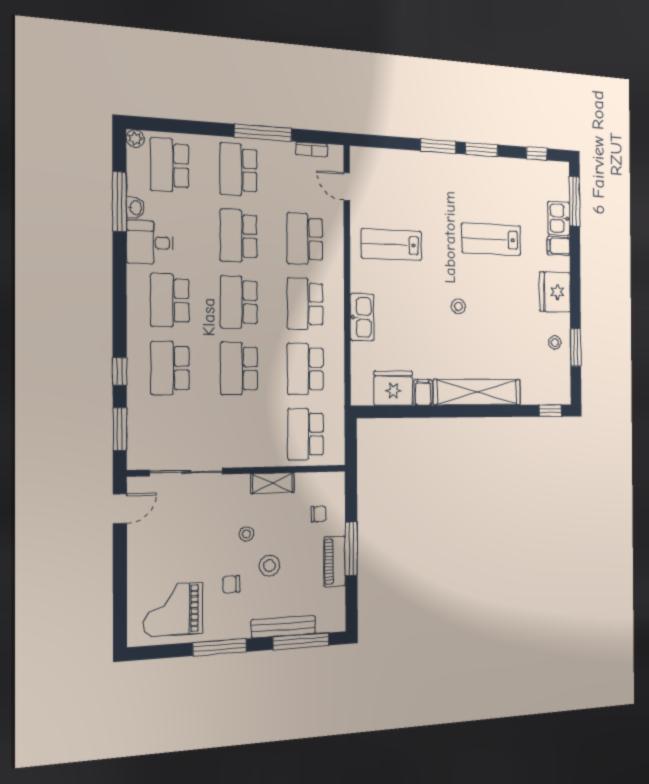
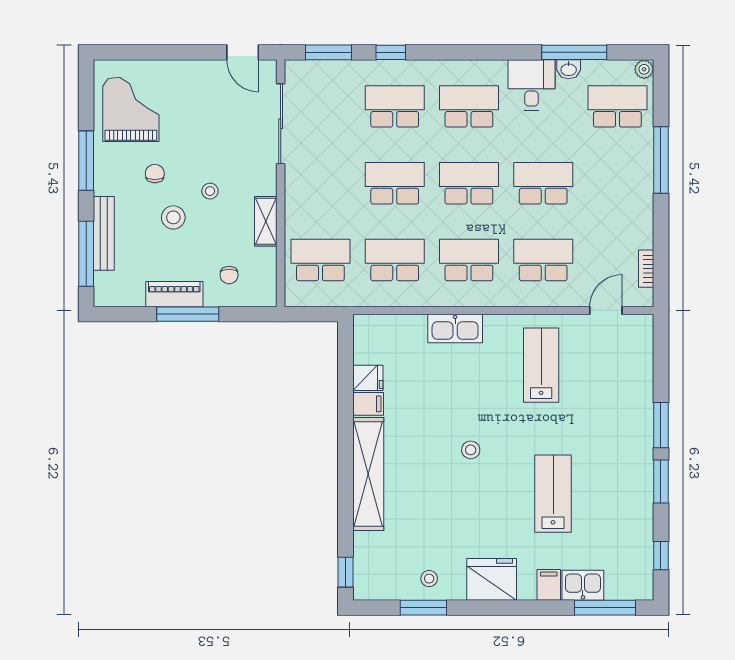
window: (263, 133) -> (661, 160), moved
school desk: (238, 170) -> (617, 183), removed
fridge: (393, 388) -> (368, 378), width x0.53, depth x0.75

